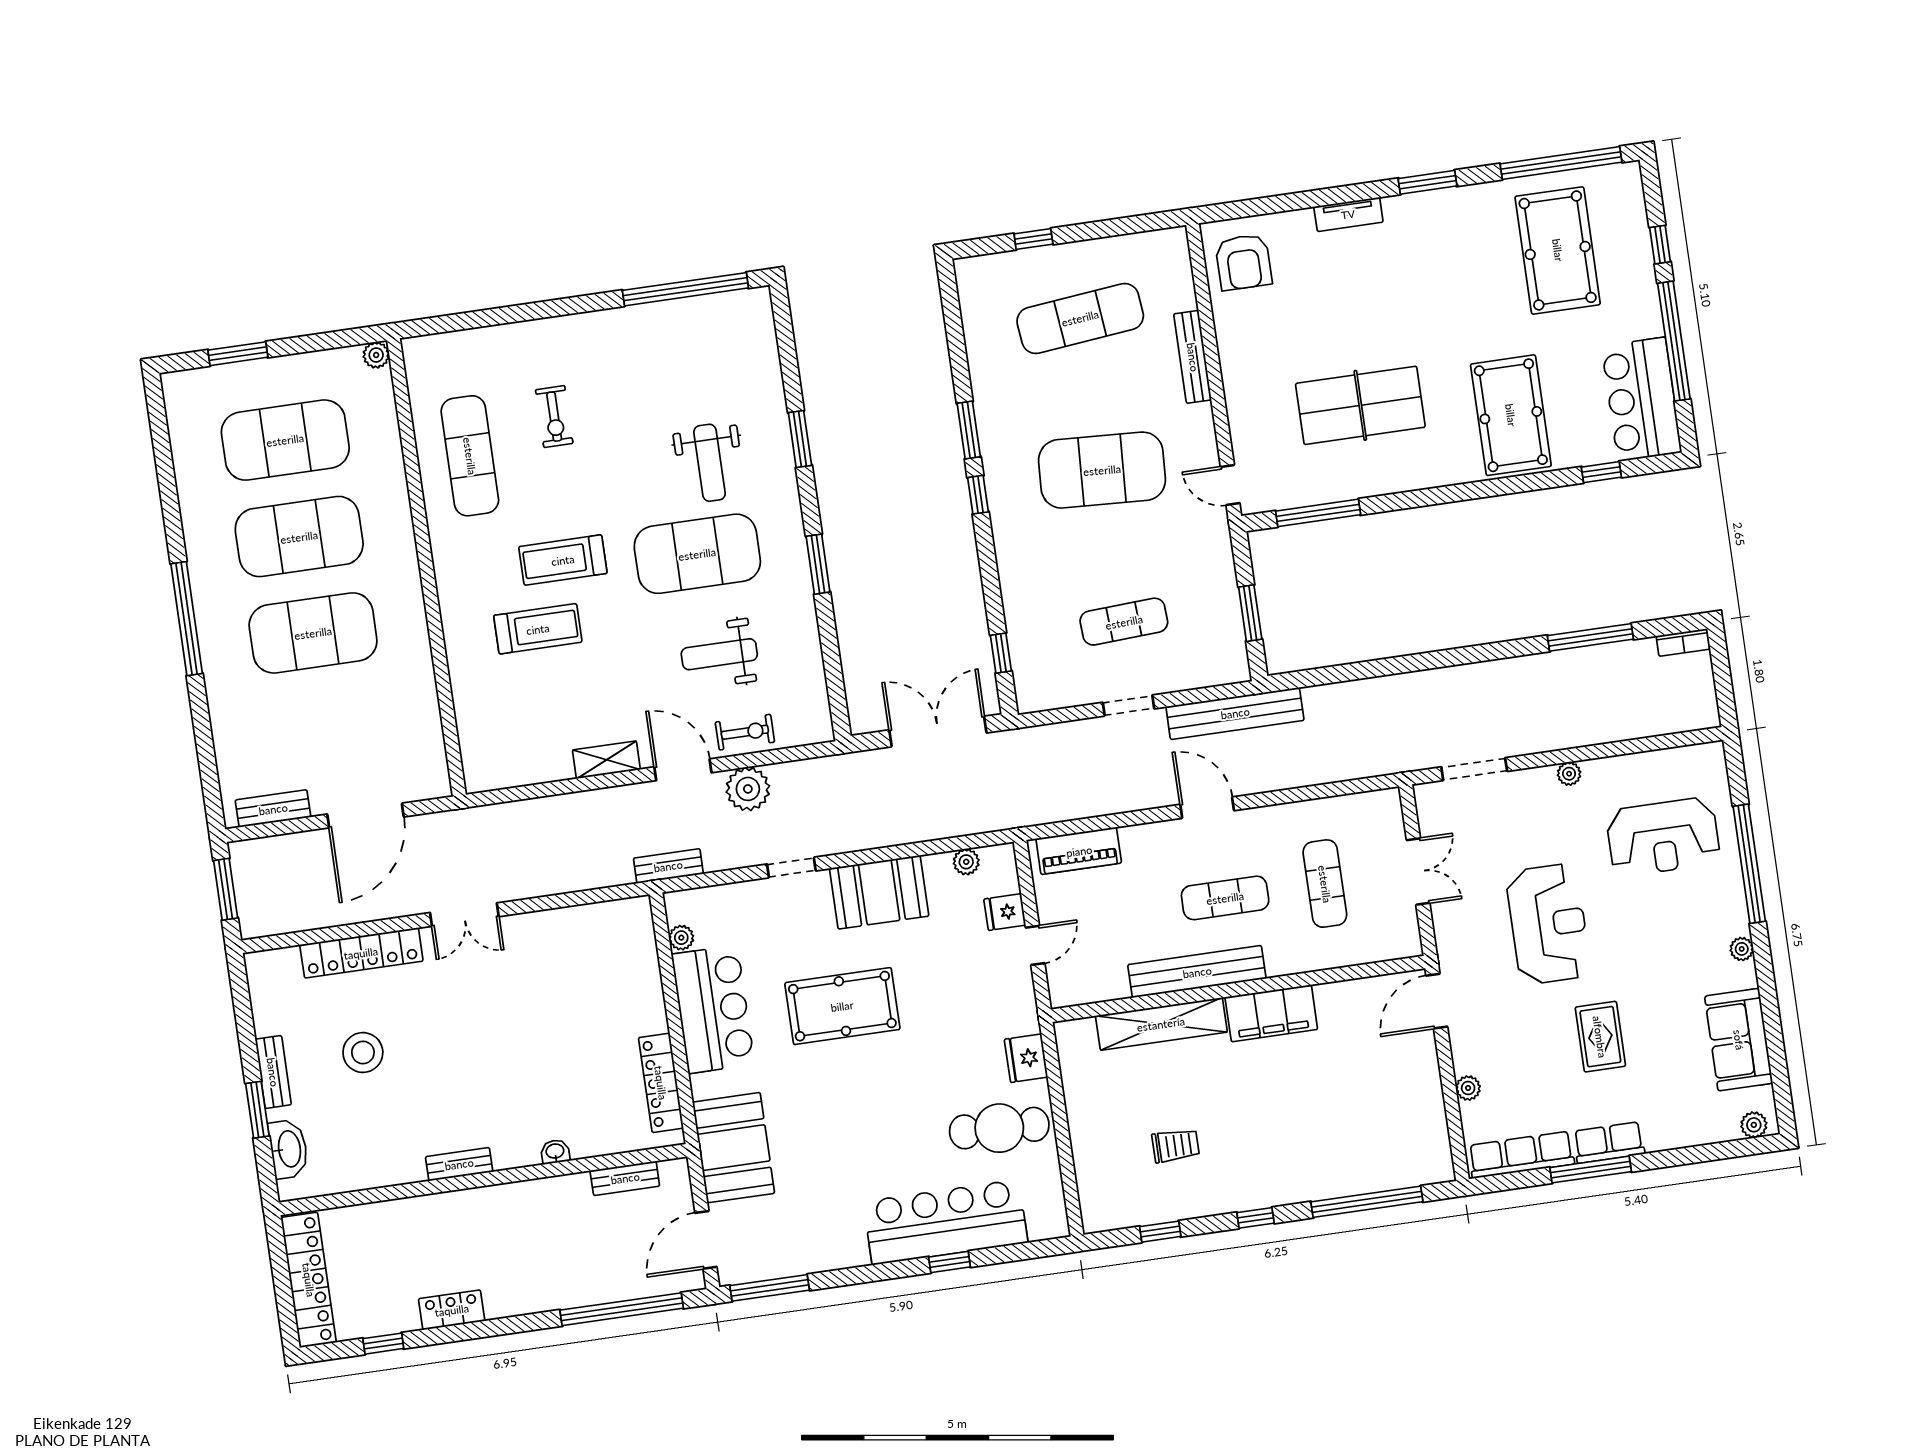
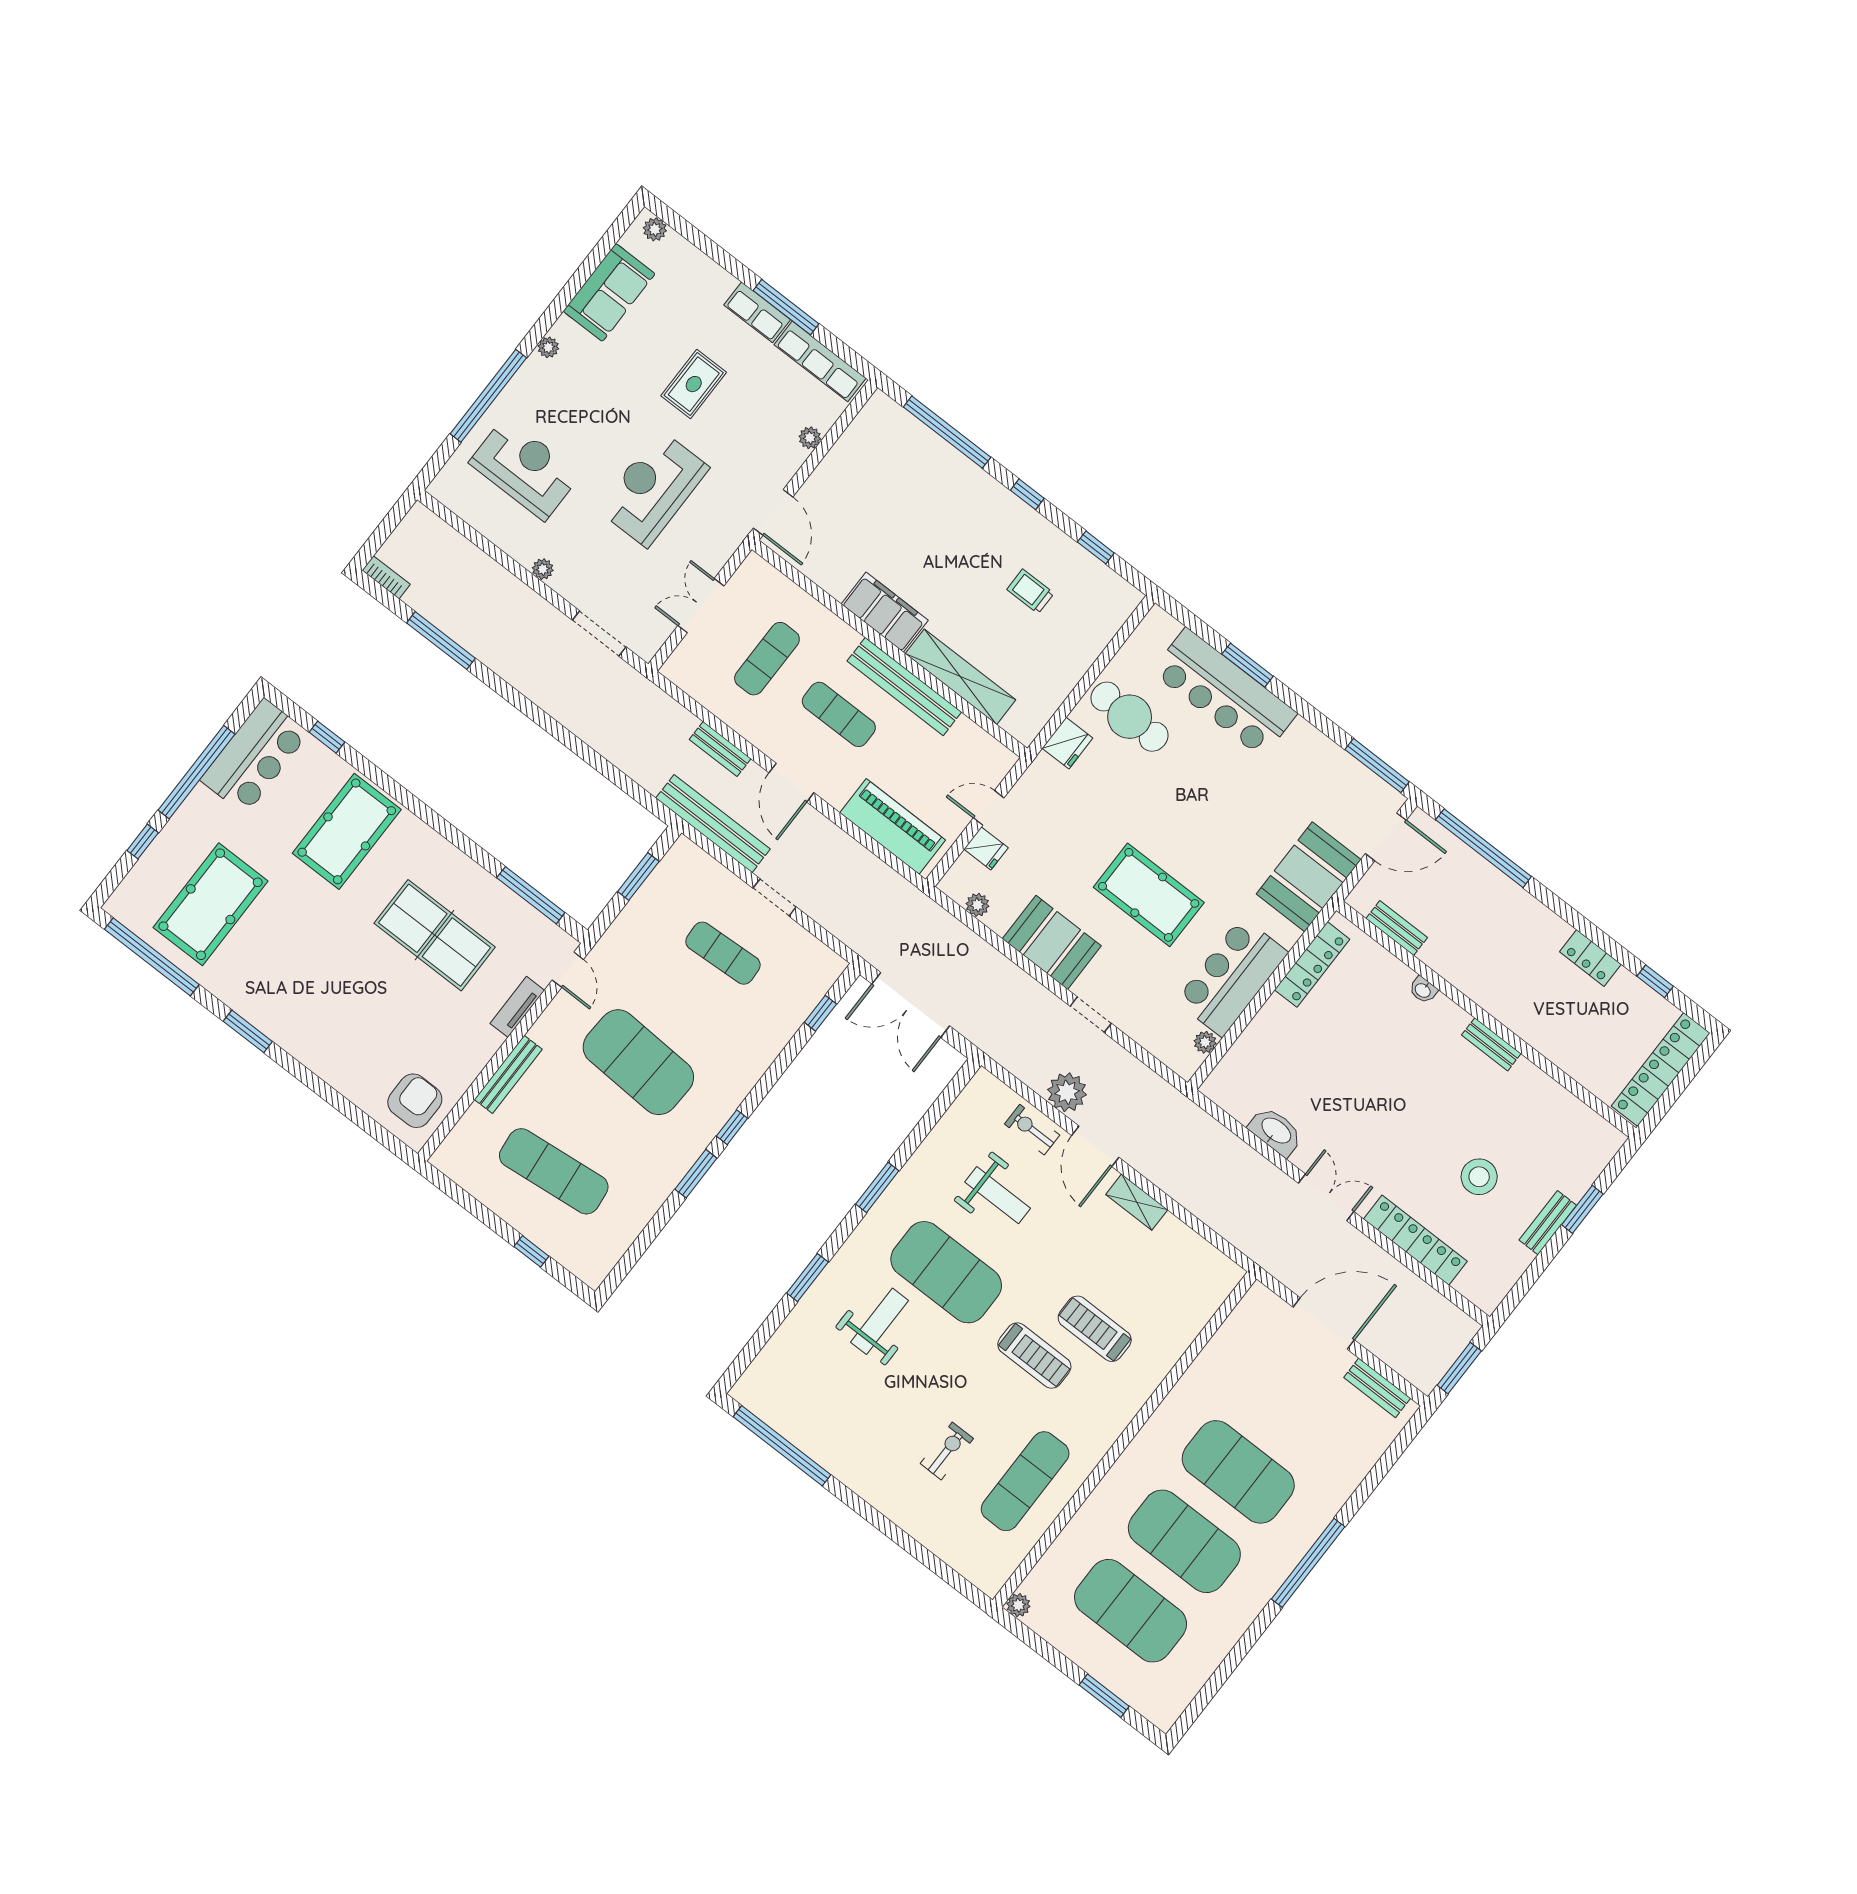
tv unit: (1348, 214) -> (517, 1007), moved, turned -90
piano: (1079, 851) -> (893, 826), width x1.37, depth x1.33
bench: (668, 866) -> (720, 749), moved
door: (1437, 1001) -> (773, 512), hinge flipped
washbasin: (288, 1149) -> (1276, 1131), moved, turned 90
window: (950, 1262) -> (1248, 665), width x1.50

